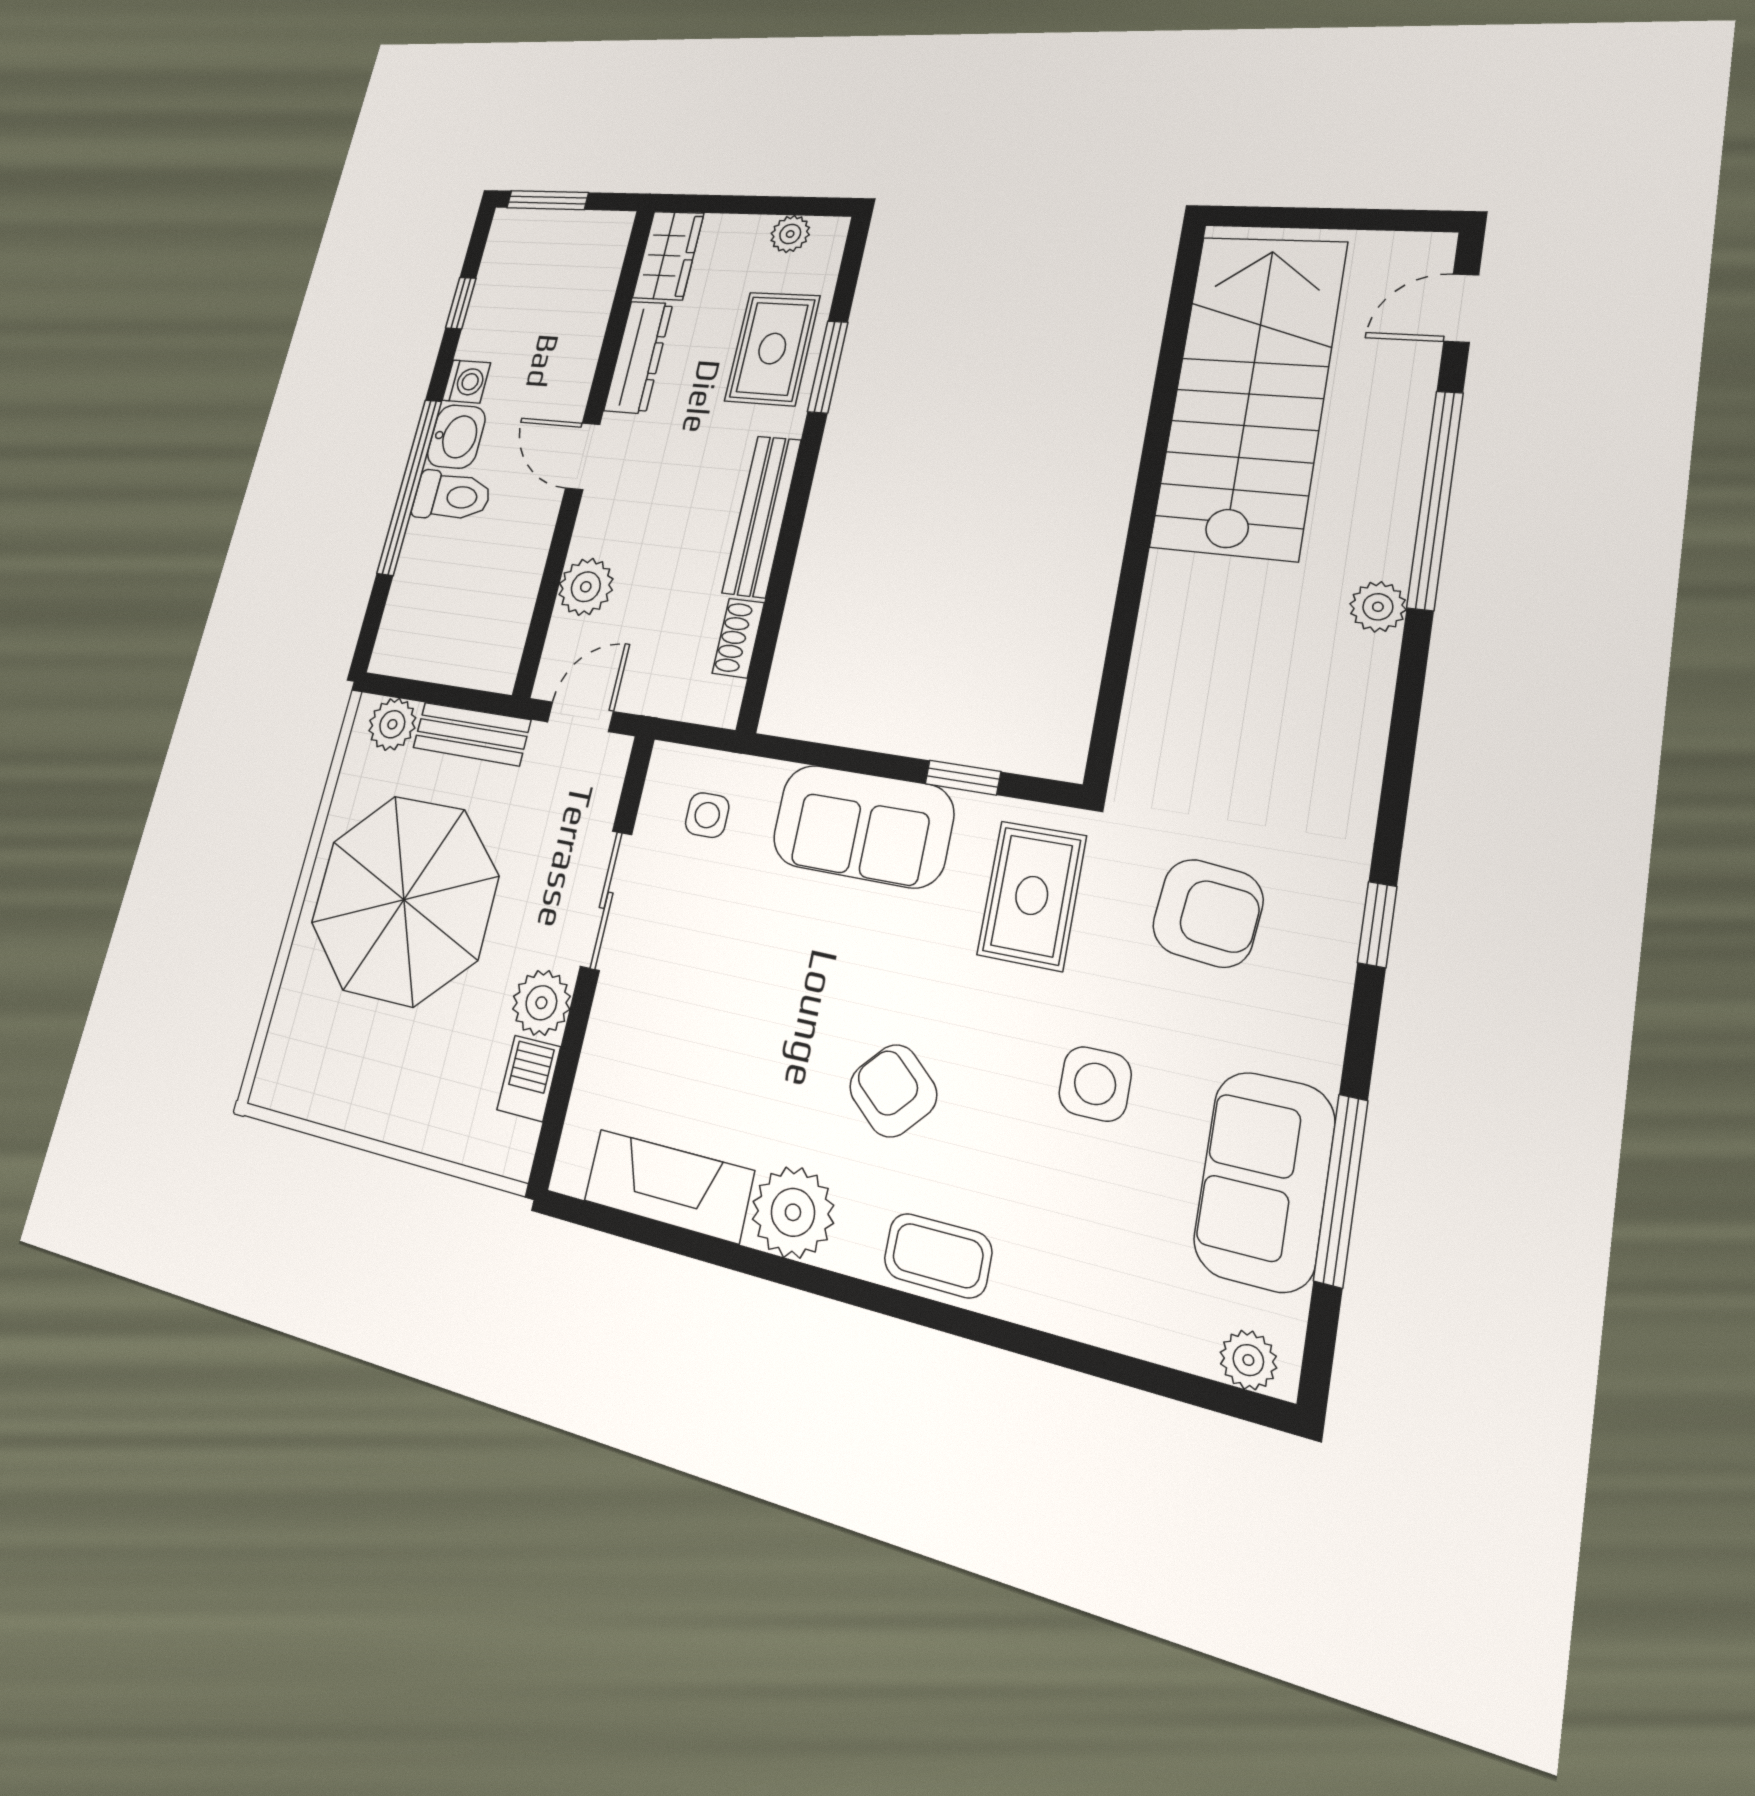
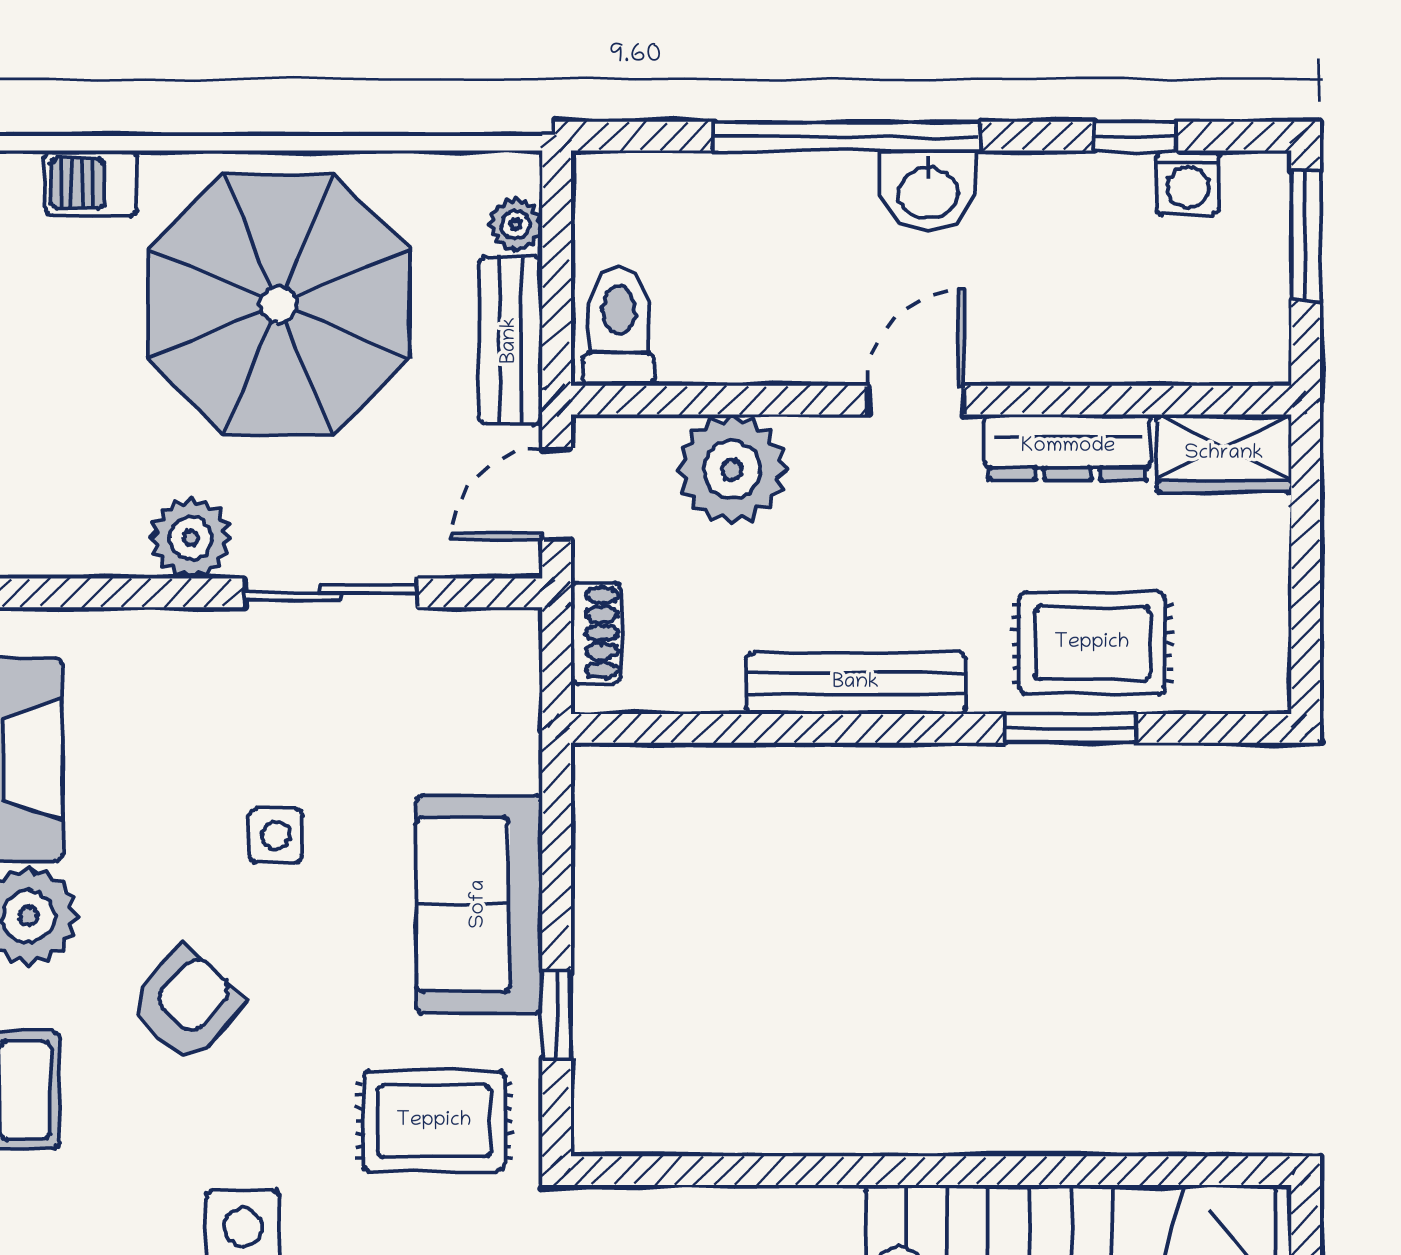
plant: (790, 234) -> (1263, 630), removed
washing machine: (466, 381) -> (1188, 182), moved
toilet: (452, 496) -> (619, 326), moved, turned 180
plant: (586, 587) -> (732, 470), width x1.36, depth x1.36
shoe rack: (738, 638) -> (595, 633), moved, turned 90
door: (580, 717) -> (557, 494), swing flipped
plant: (392, 724) -> (515, 224), width x0.73, depth x0.73
side table: (707, 815) -> (276, 836), moved
barbecue: (529, 1078) -> (91, 183), moved, turned 180

